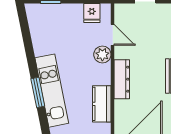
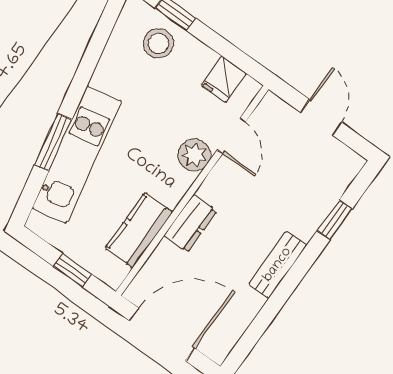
stool: (53, 18) -> (158, 43), added
dresser: (122, 79) -> (190, 223), width x0.70

